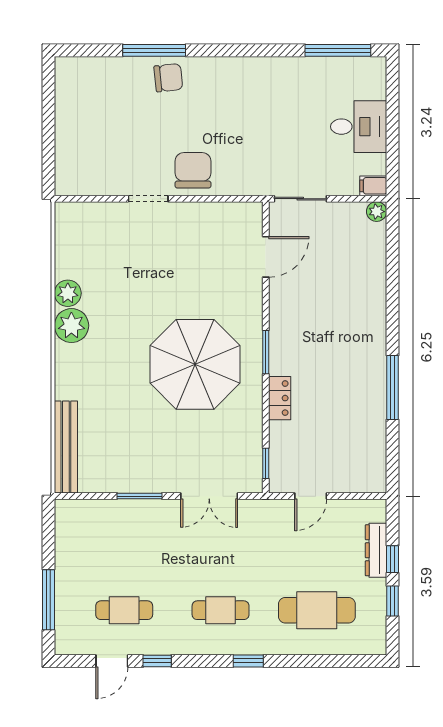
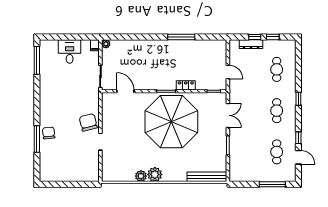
chair: (193, 170) -> (88, 122), turned 76
parasol: (195, 364) -> (171, 122), width x1.36, depth x1.36
cafe table: (317, 610) -> (277, 69), width x0.73, depth x0.74

